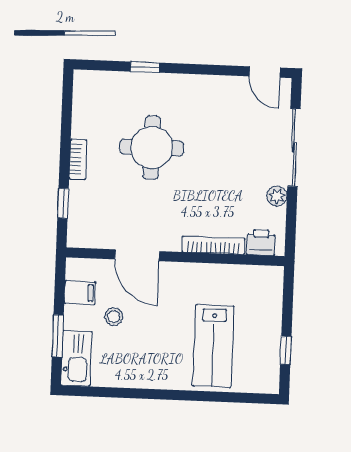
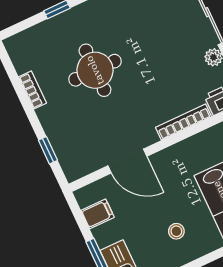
bookcase: (78, 159) -> (32, 90), moved
stool: (114, 317) -> (176, 231), moved

